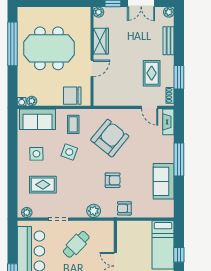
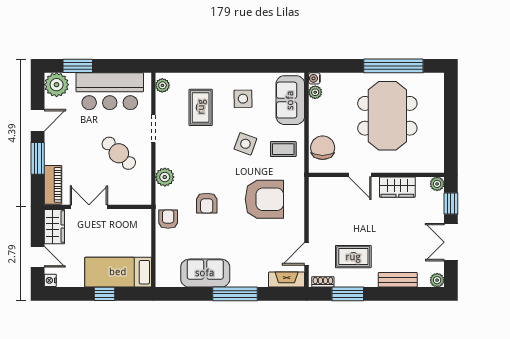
armchair: (110, 138) -> (264, 199), turned -39

